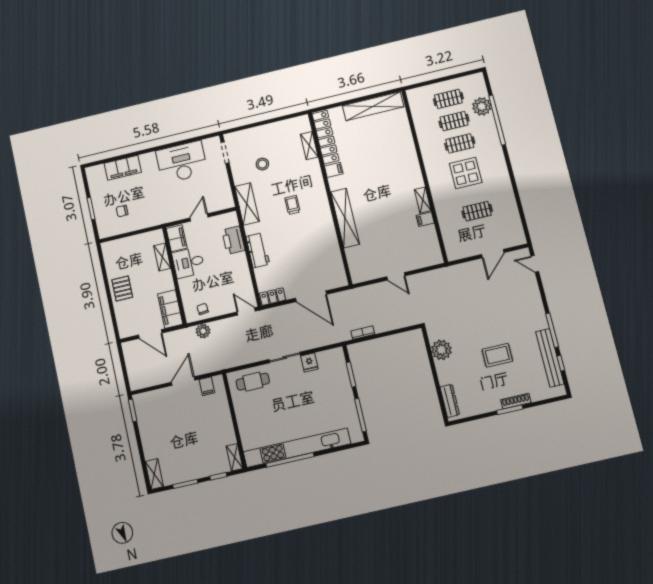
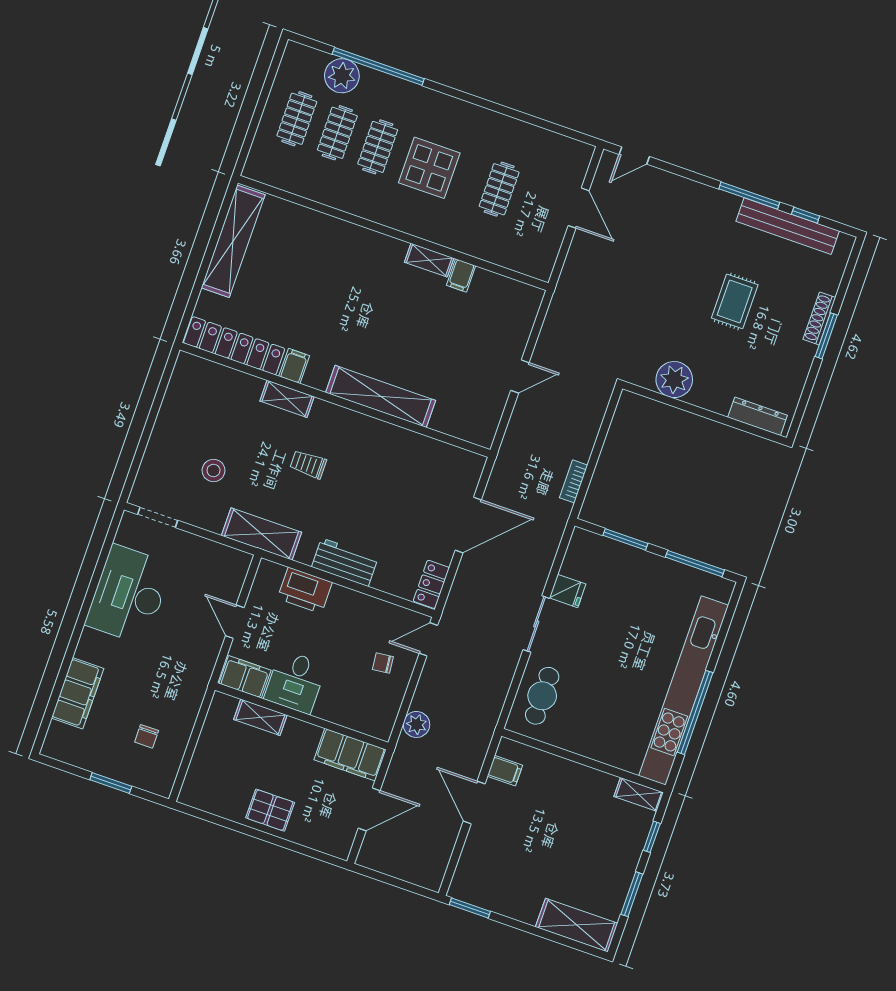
shelving: (309, 146) -> (287, 399), moved
chair: (203, 309) -> (383, 663), moved
shelving: (154, 474) -> (577, 925), width x1.50, depth x1.33

